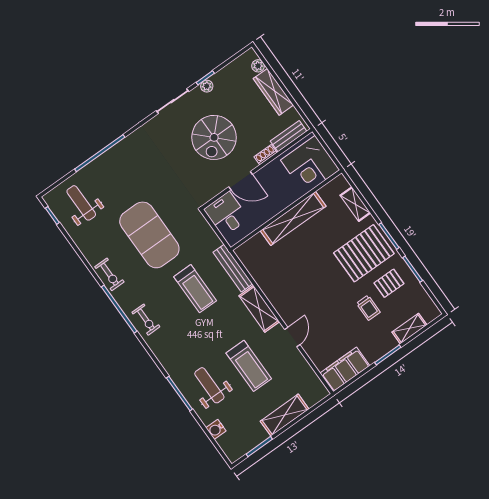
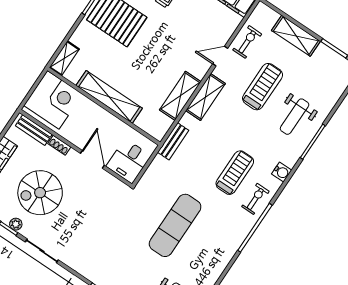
spiral stairs: (214, 137) -> (40, 193), moved, turned 180
shelving: (355, 204) -> (64, 58), moved
exercise mat: (149, 235) -> (175, 225), width x0.68
bench: (233, 268) -> (173, 141), width x0.73
exercise bike: (109, 274) -> (247, 42), moved
shelving: (269, 286) -> (180, 96), added
treadmill: (195, 289) -> (235, 173), moved
water cooler: (216, 429) -> (282, 172), moved

